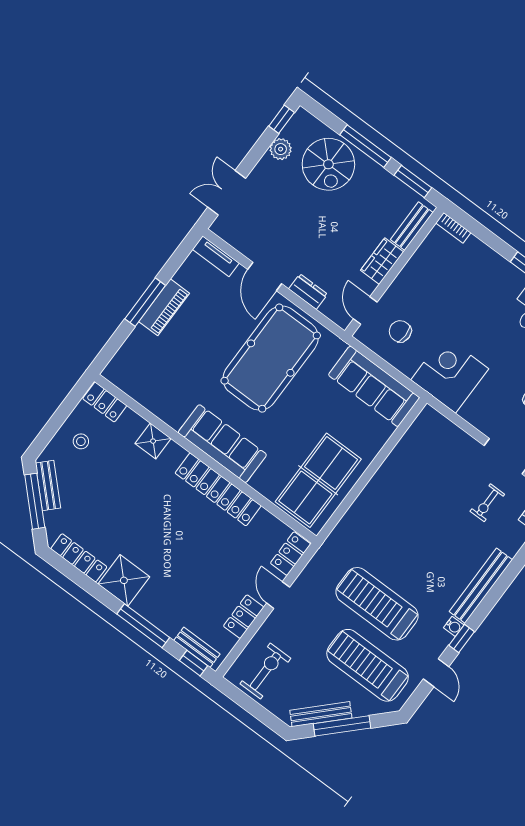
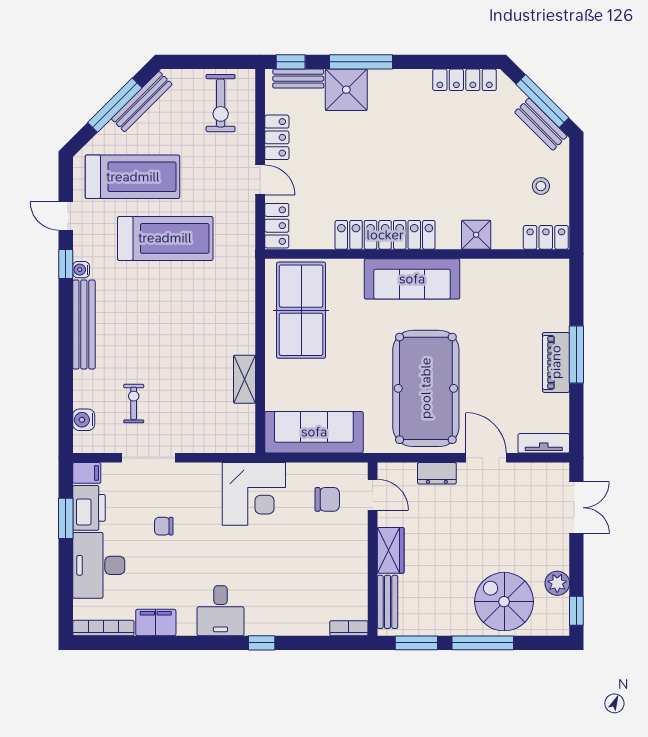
shelving: (395, 461) -> (245, 379), added
shower: (124, 580) -> (346, 90), moved

